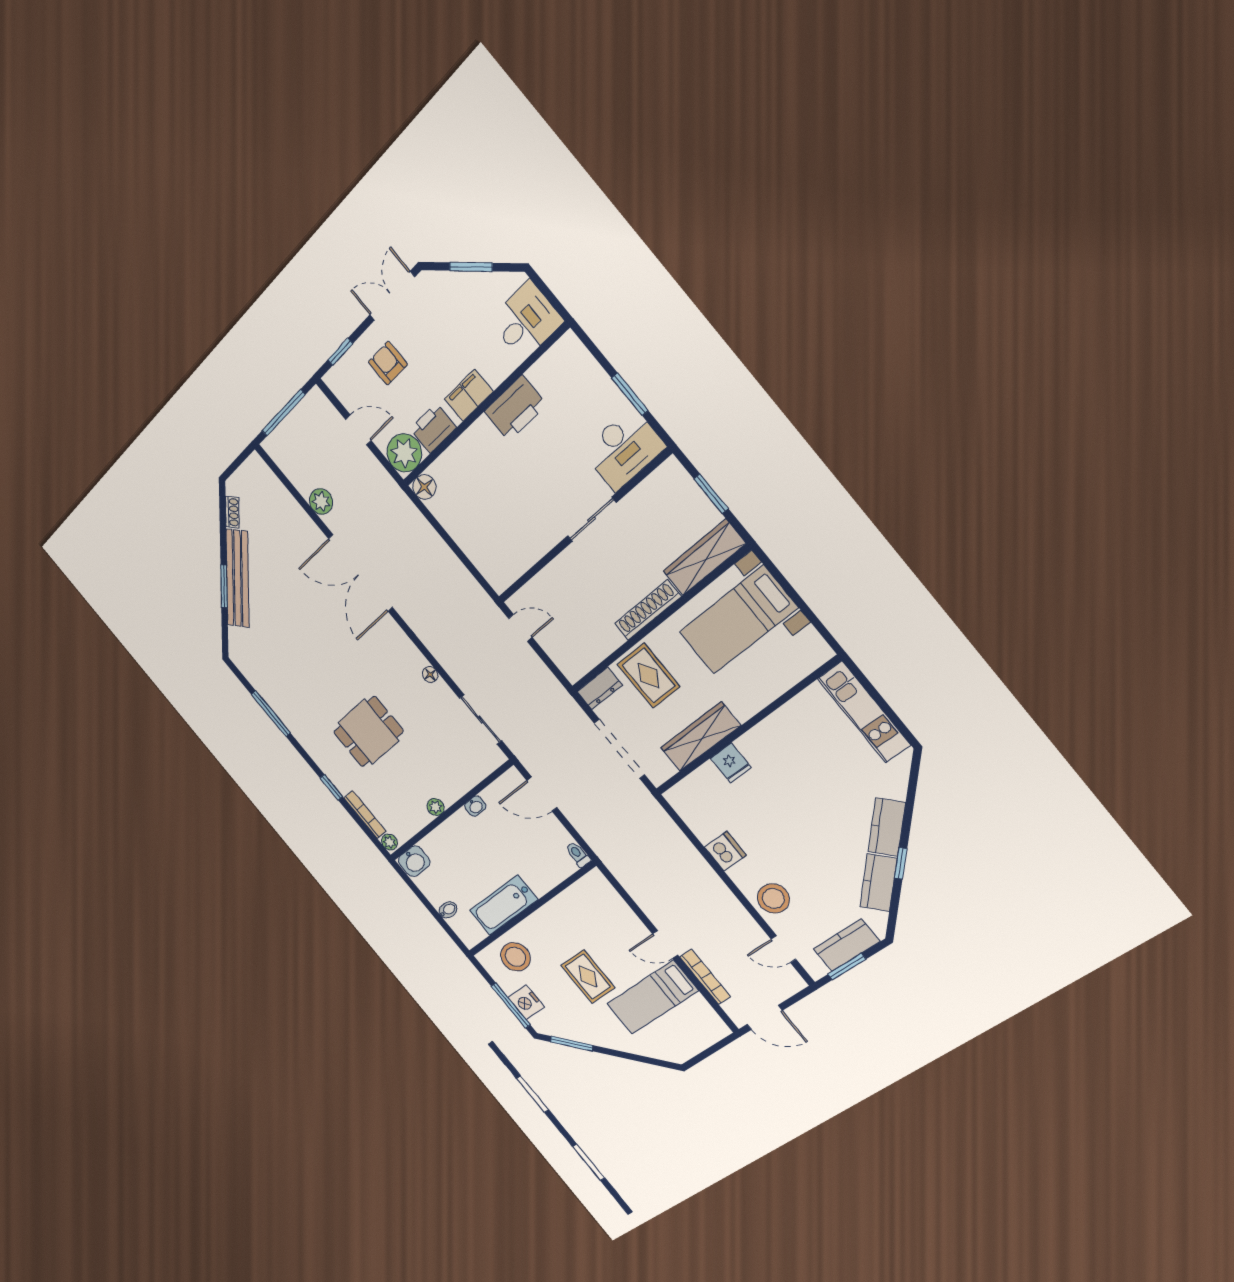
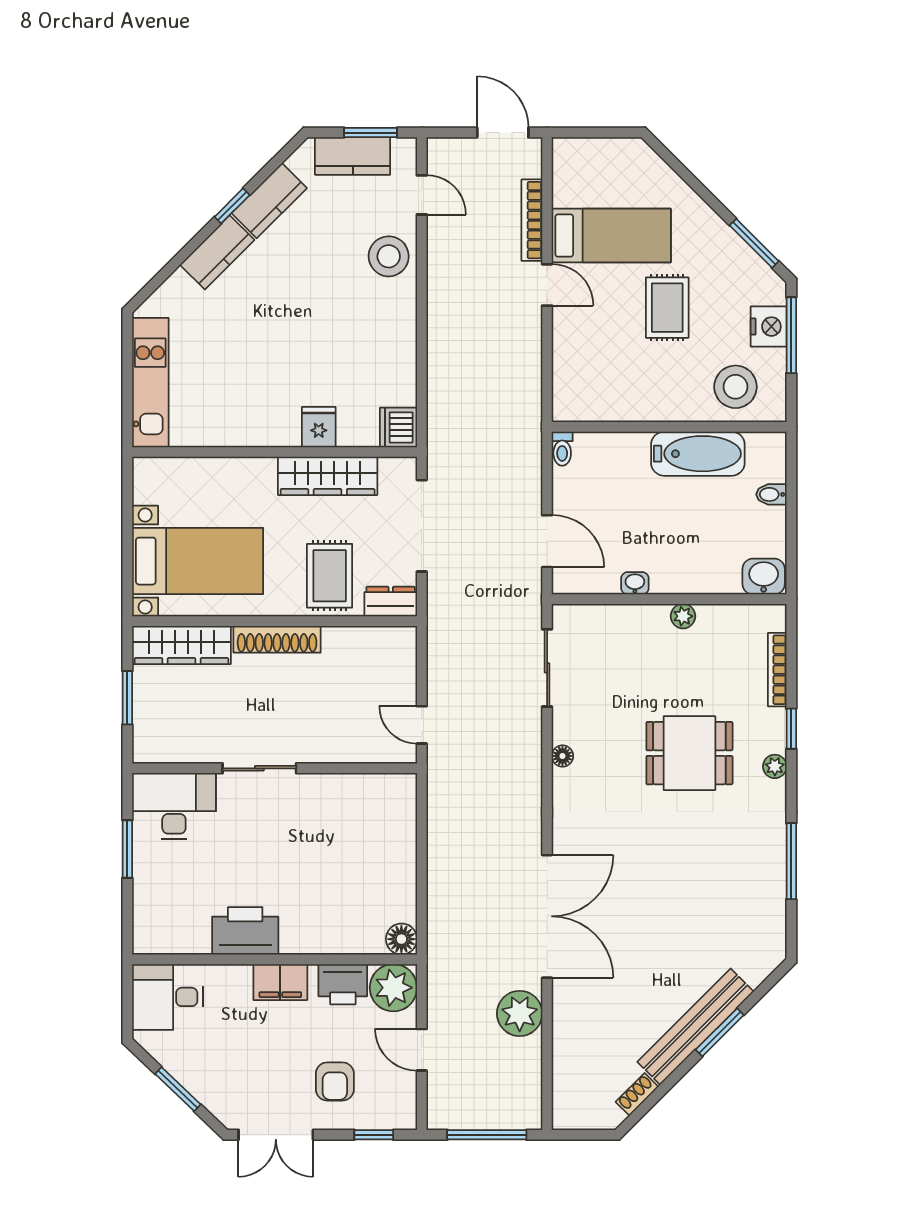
plant: (321, 501) -> (520, 1013), width x1.36, depth x1.36
plant: (389, 842) -> (775, 766), moved
dishwasher: (725, 851) -> (398, 427), moved

